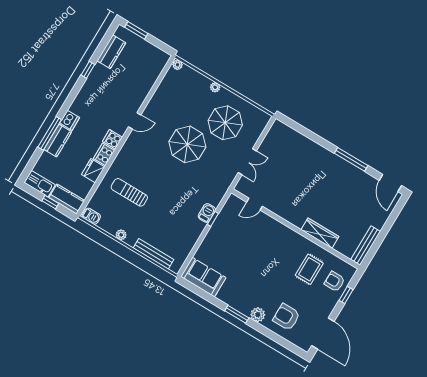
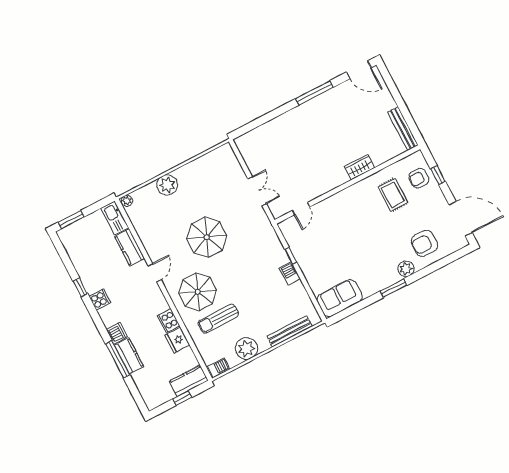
kitchen counter: (111, 52) -> (130, 247), moved, turned 180
plant: (215, 87) -> (167, 185), width x1.88, depth x1.88
parasol: (225, 123) -> (198, 292), moved
cooker: (113, 139) -> (100, 299), moved, turned 180
kitchen sink: (40, 184) -> (115, 218), moved, turned -90
barbecue: (207, 213) -> (290, 273), moved
wardrobe: (320, 233) -> (359, 167), width x0.67
plant: (121, 235) -> (246, 349), width x1.88, depth x1.88

